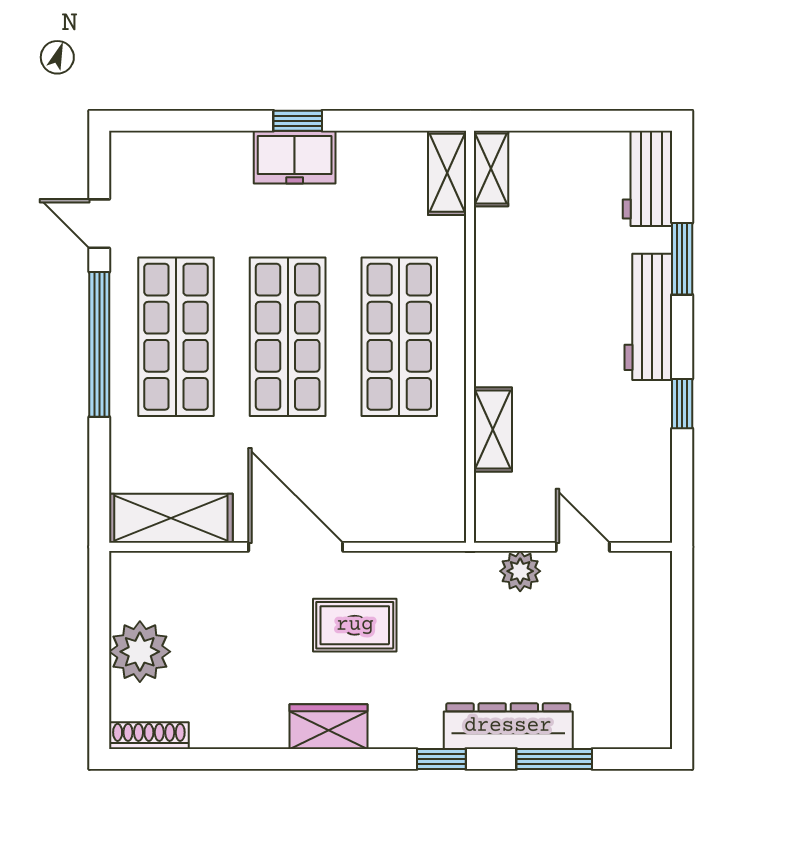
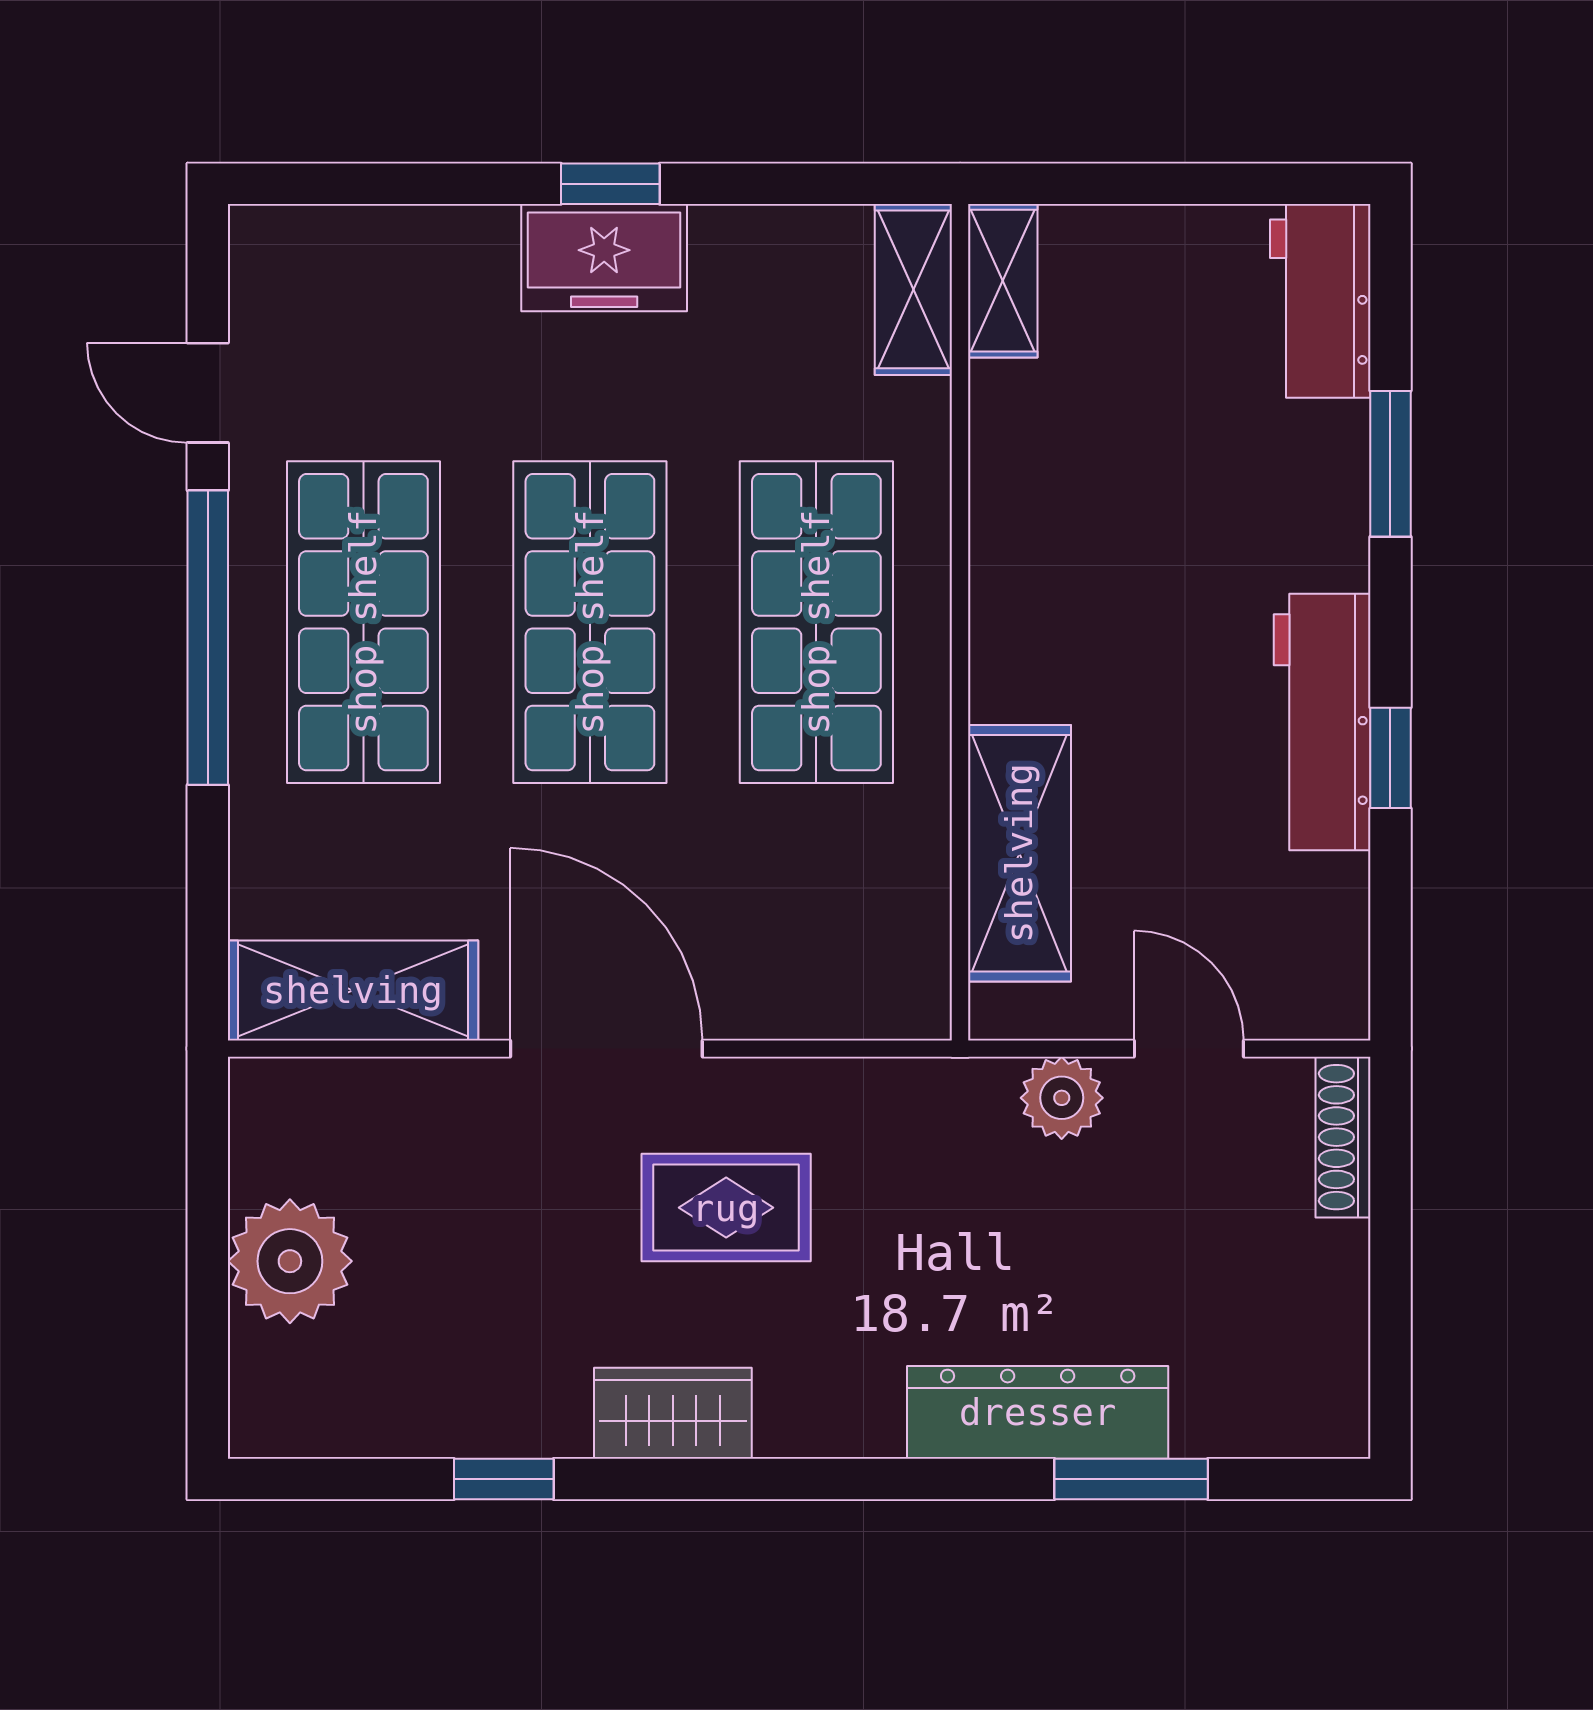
workbench: (648, 317) -> (1322, 722), moved
shelving: (493, 430) -> (1019, 853), width x1.50, depth x1.33
shoe rack: (149, 736) -> (1343, 1137), moved, turned -90
window: (441, 759) -> (504, 1479), moved

